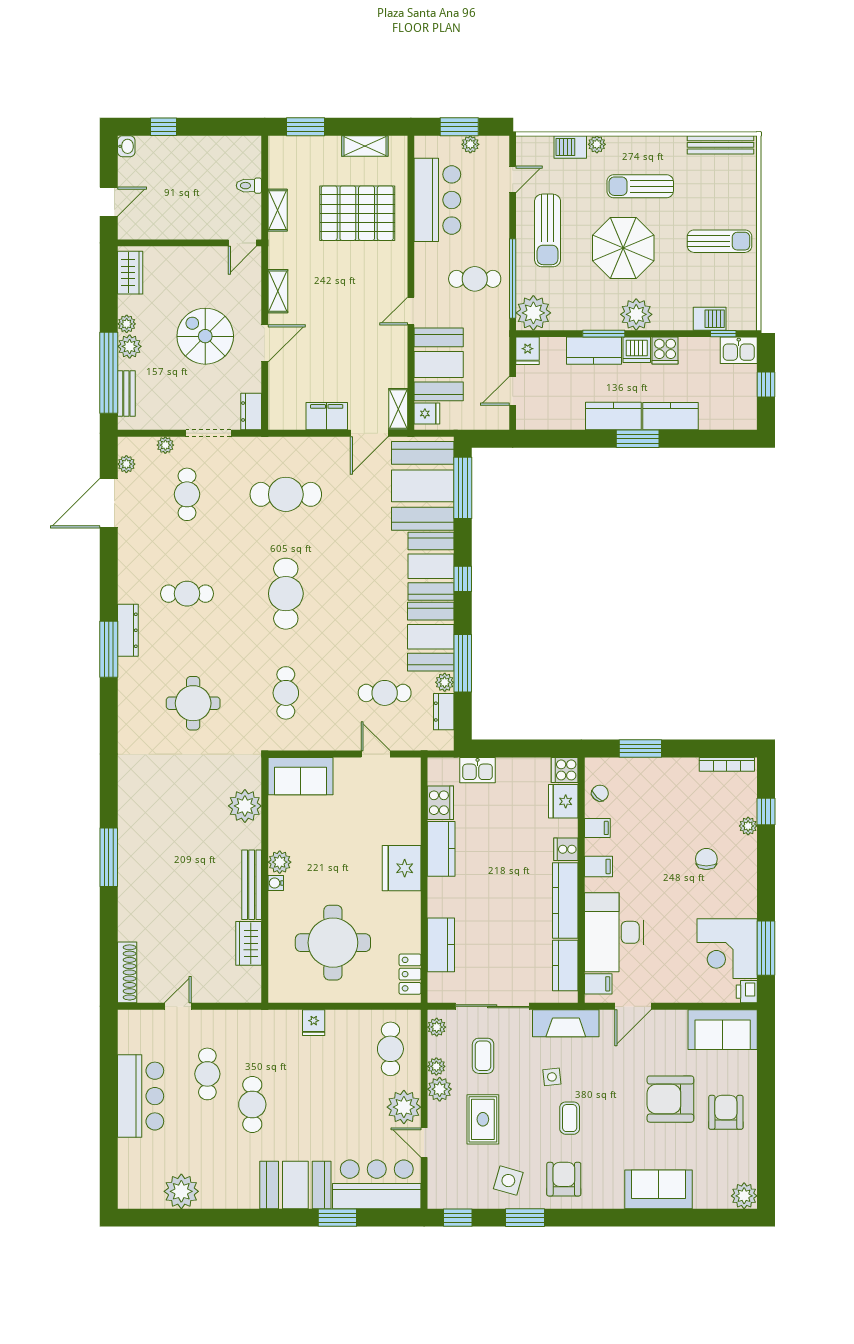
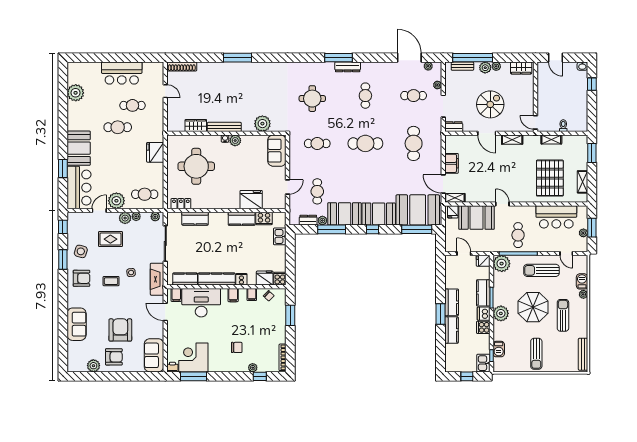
fridge: (402, 868) -> (251, 200), moved
fridge: (314, 1023) -> (155, 152), width x1.88, depth x1.34
coffee table: (483, 1056) -> (141, 239), removed
plant: (744, 1196) -> (93, 366), moved

